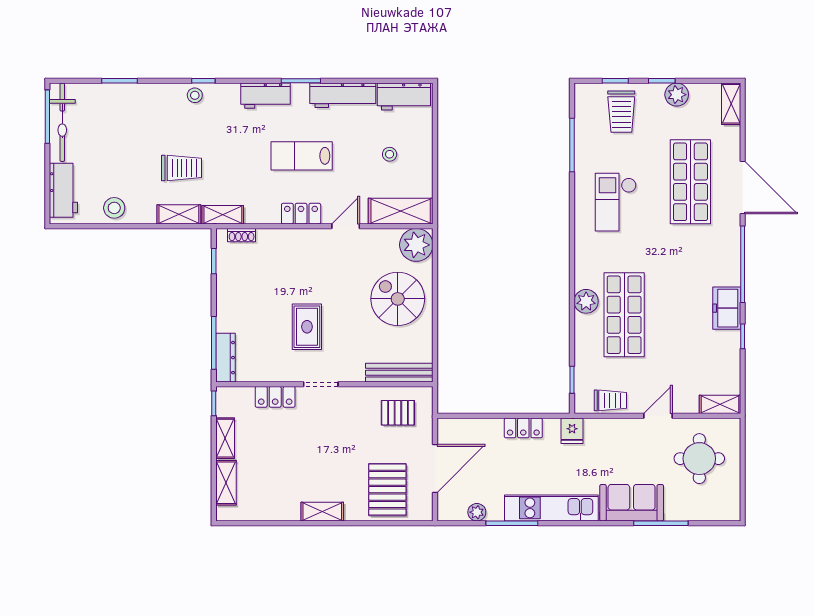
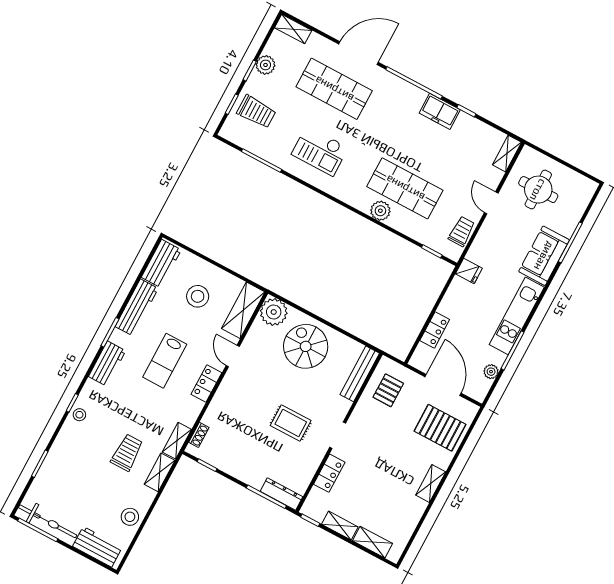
stool: (390, 154) -> (198, 296), width x1.89, depth x1.89
spiral stairs: (398, 299) -> (306, 346), turned 90
locker: (523, 428) -> (435, 330), moved

